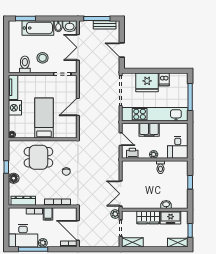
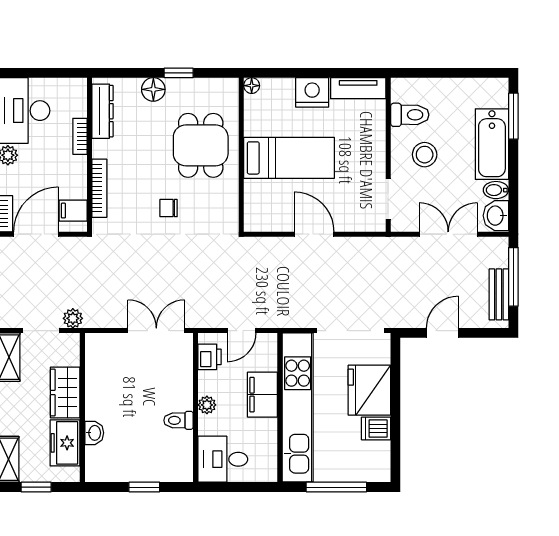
double door: (121, 194) -> (156, 331), moved
filing cabinet: (48, 214) -> (73, 211), moved

